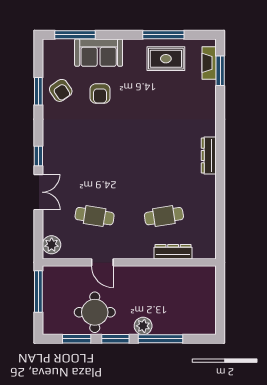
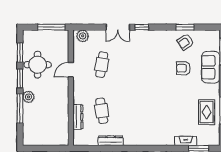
fireplace: (209, 63) -> (186, 141), moved
dresser: (209, 156) -> (111, 141), moved

